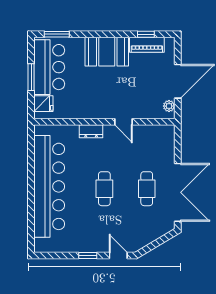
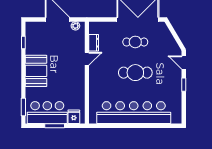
piano: (147, 45) -> (31, 42), removed
dresser: (91, 131) -> (94, 43), moved
cafe table: (104, 189) -> (135, 73), width x1.37, depth x1.35
door: (118, 255) -> (184, 63), hinge flipped

